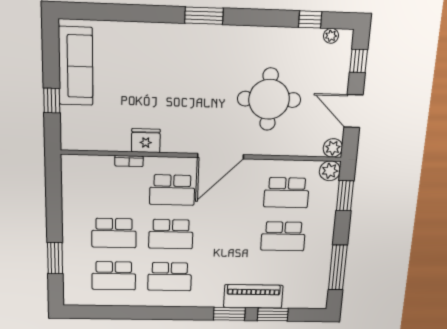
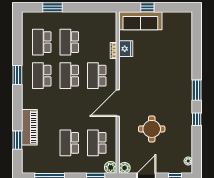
window: (310, 19) -> (197, 119), moved
sofa: (76, 66) -> (140, 21), moved
round table: (269, 99) -> (152, 129), width x0.73, depth x0.73
fridge: (146, 141) -> (126, 49), moved
door: (221, 156) -> (118, 103), hinge flipped
window: (229, 314) -> (17, 75), moved

